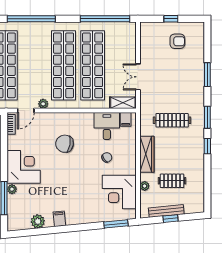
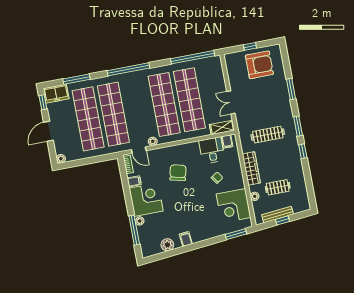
armchair: (177, 41) -> (259, 65), width x1.88, depth x1.88
door: (26, 111) -> (139, 150), hinge flipped
filing cabinet: (14, 144) -> (134, 181), added
chair: (65, 144) -> (178, 173), turned 93

